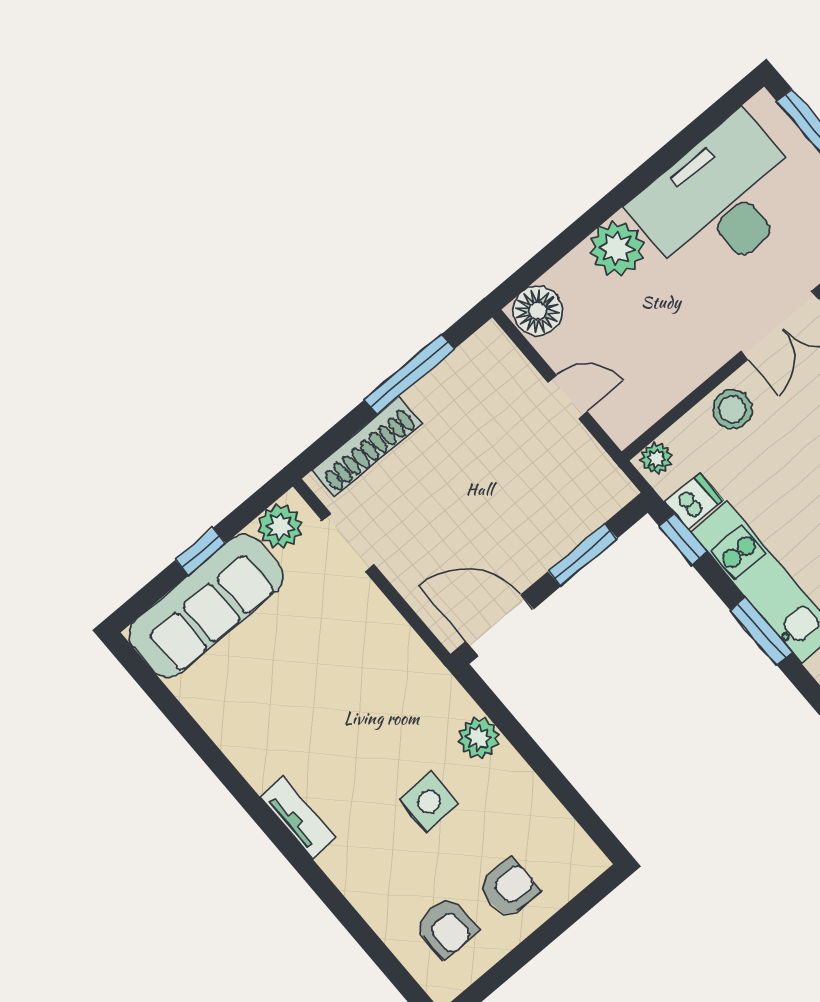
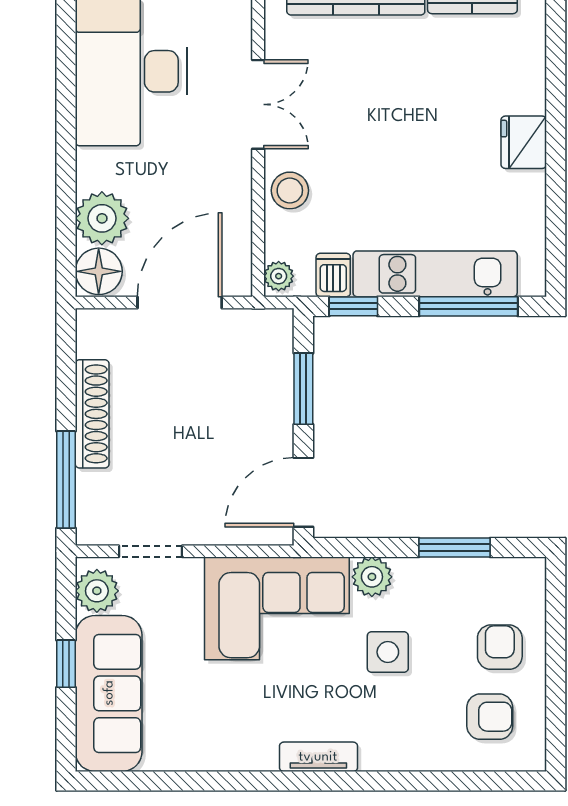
plant: (617, 248) -> (102, 218), moved
window: (409, 374) -> (66, 480), moved
door: (568, 397) -> (180, 303), width x1.88
shoe rack: (367, 447) -> (92, 414), moved
window: (761, 631) -> (469, 306), width x1.44
corner sofa: (388, 683) -> (277, 608), added
window: (558, 784) -> (454, 547), added

